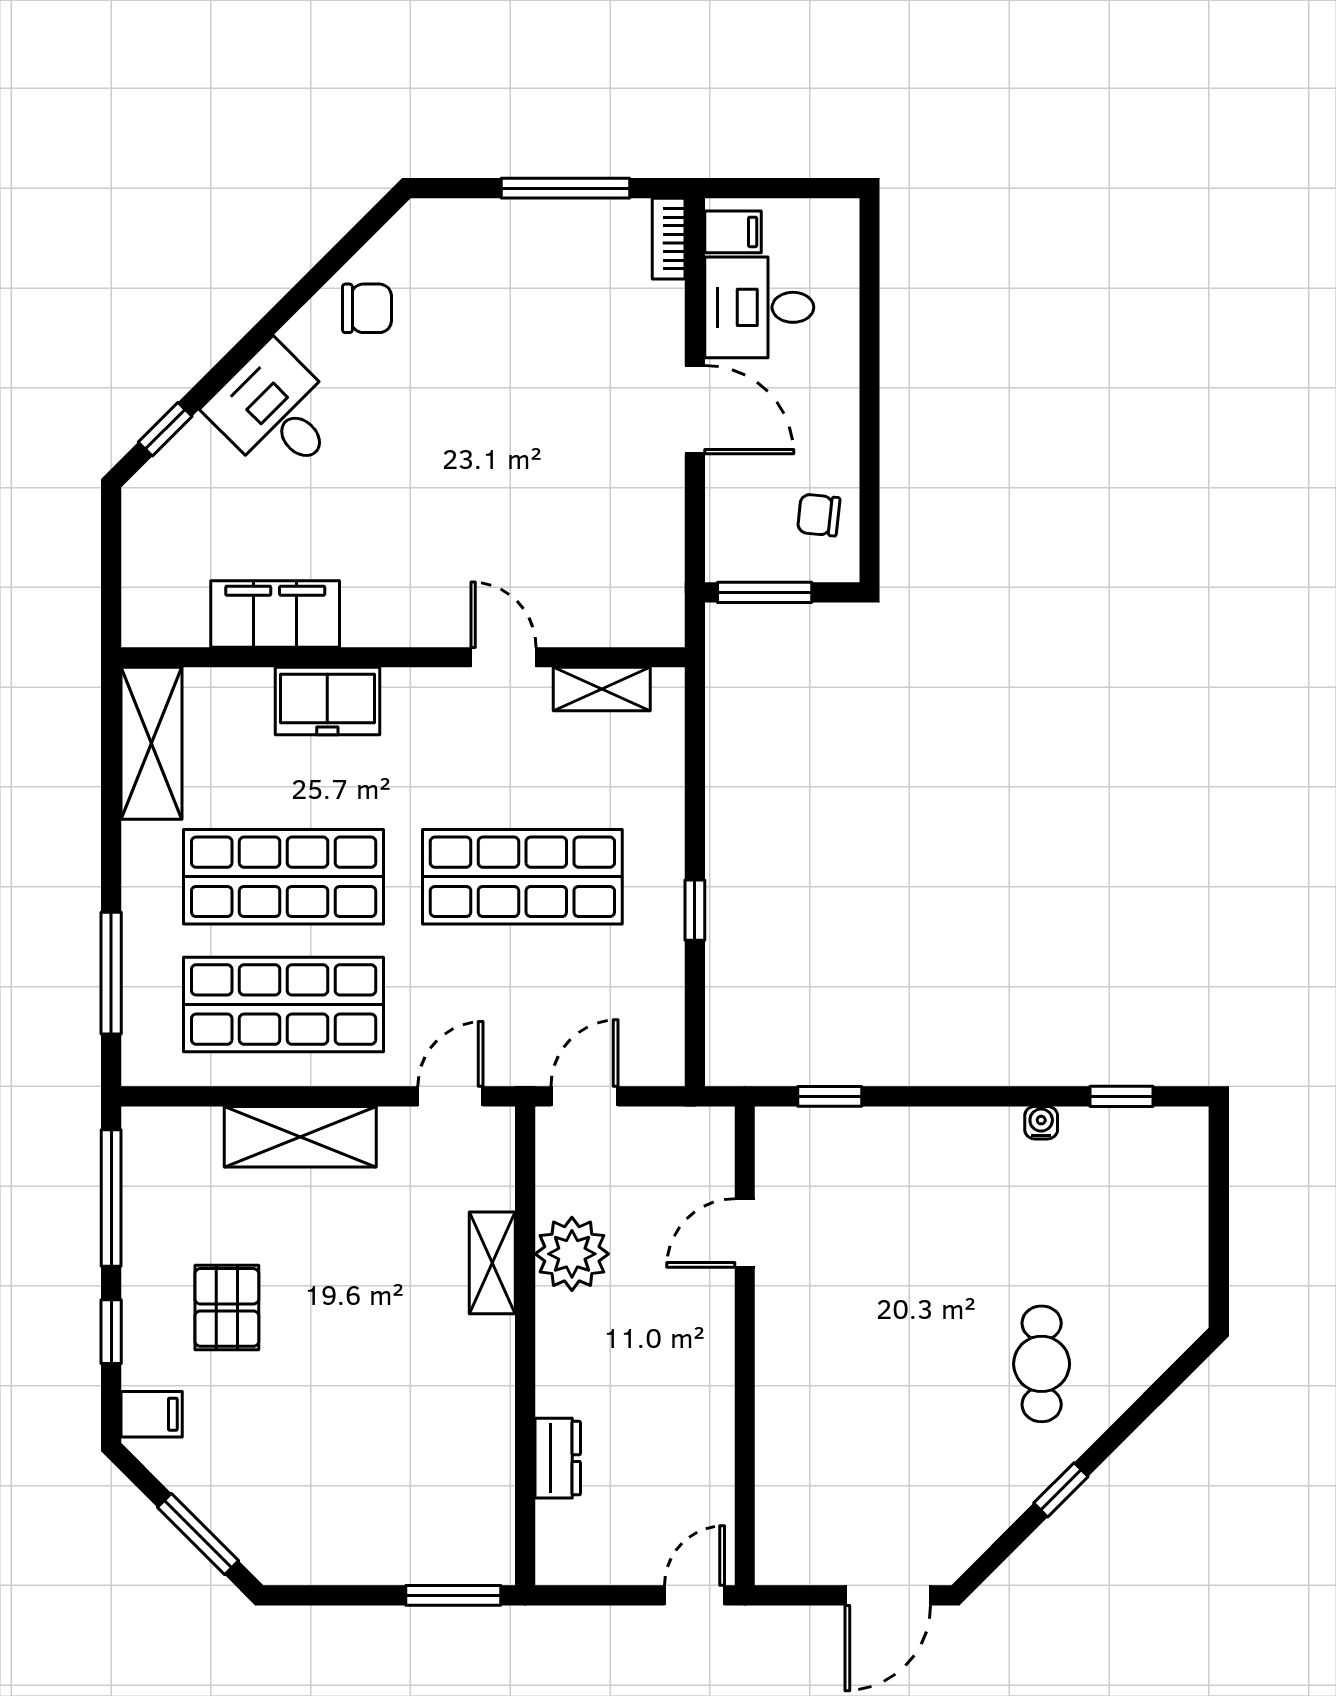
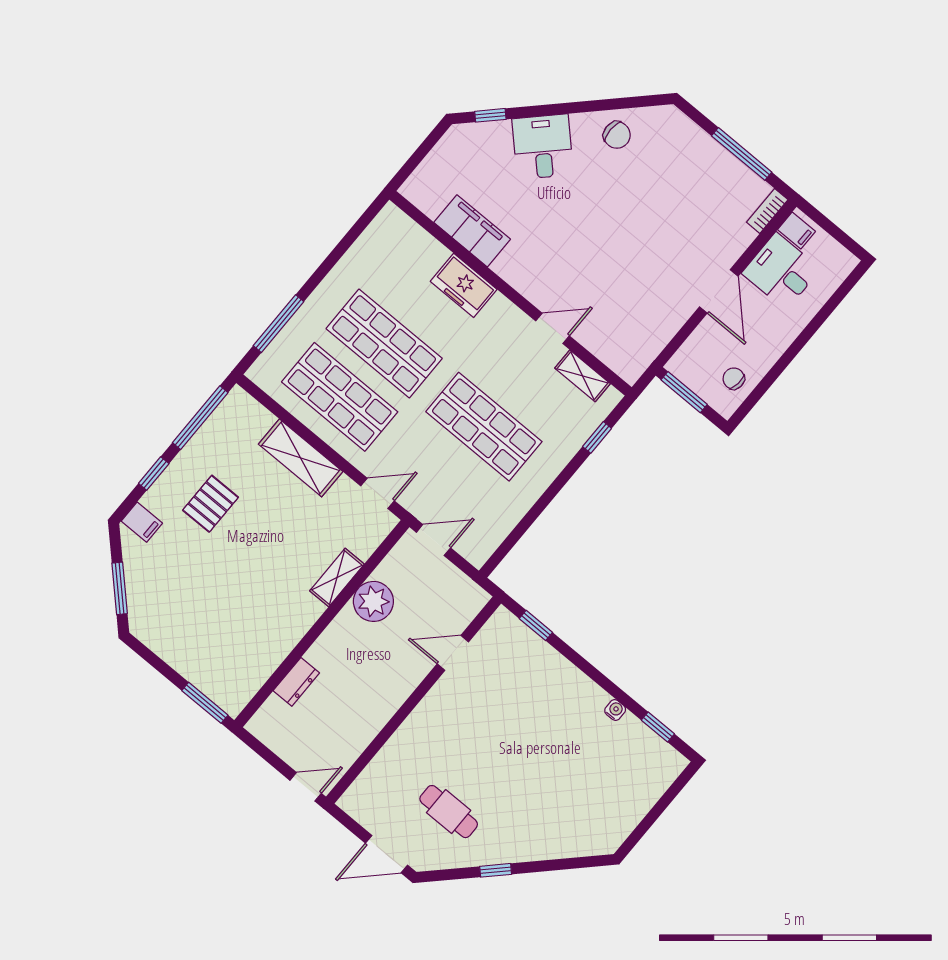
door: (504, 657) -> (552, 328), hinge flipped
shelving: (151, 743) -> (375, 242), removed
window: (695, 910) -> (597, 437), moved
cafe table: (1042, 1364) -> (449, 812), moved, turned 90

